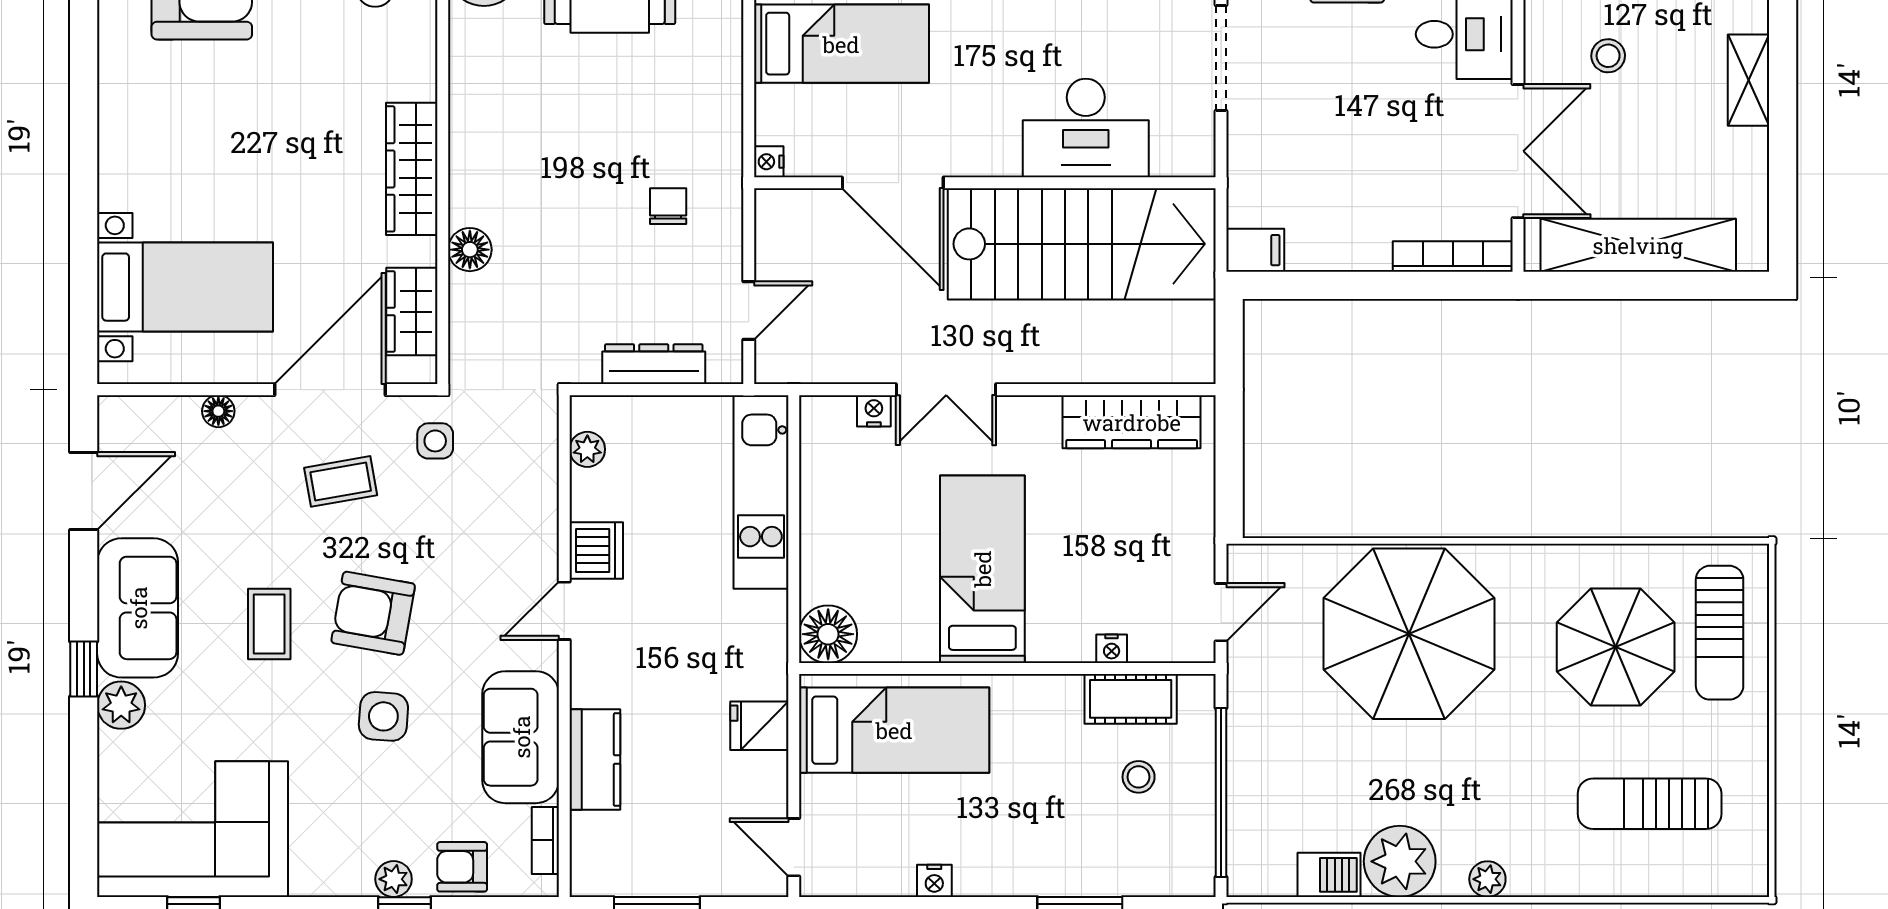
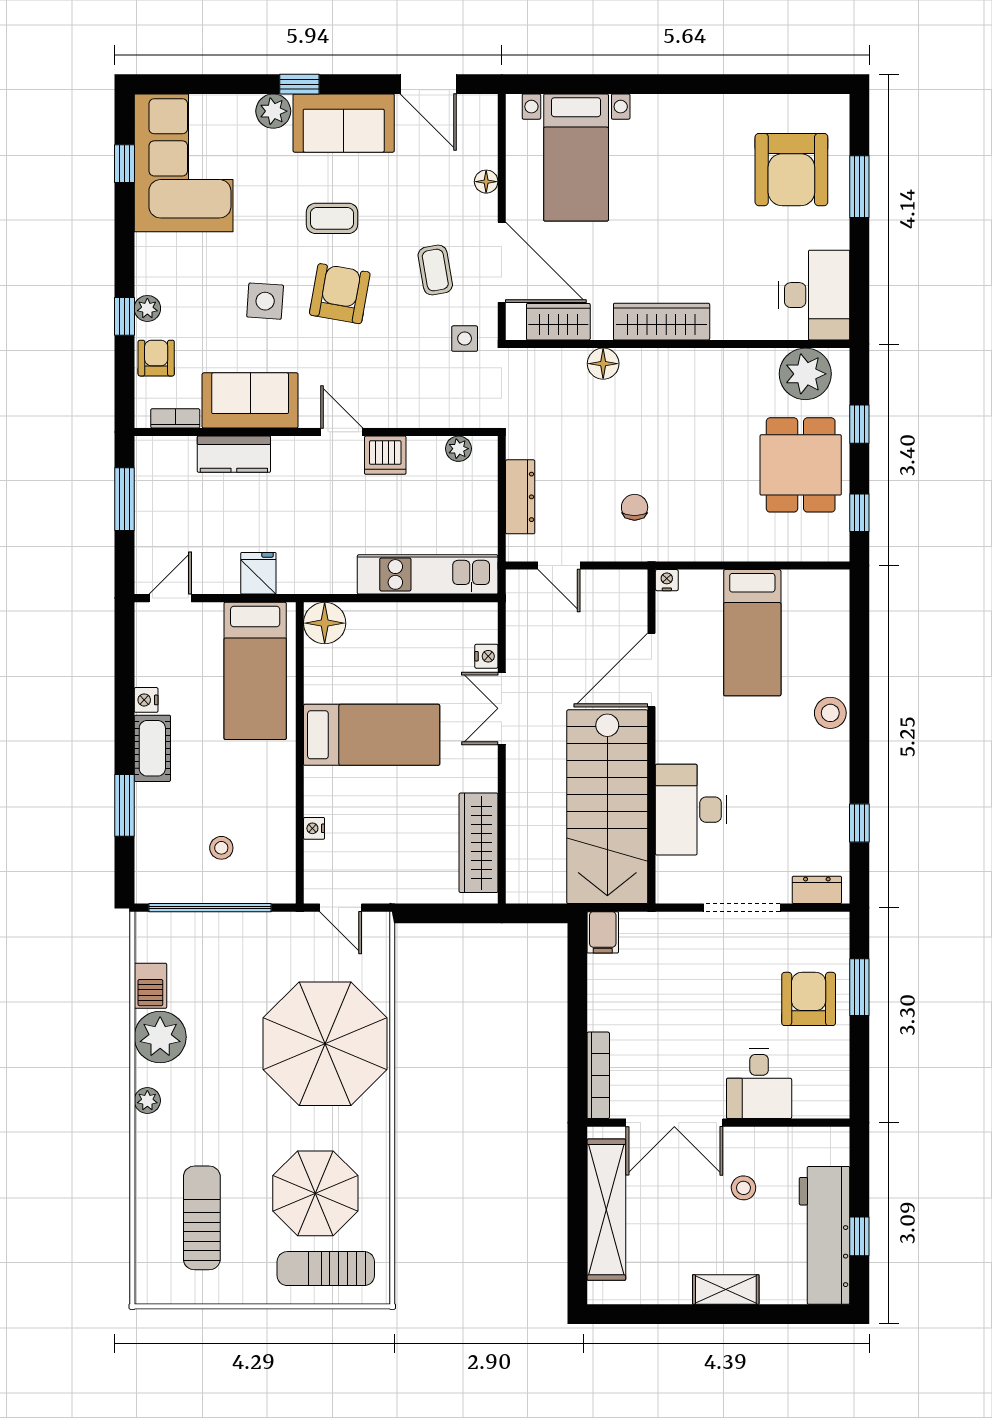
chair: (668, 206) -> (635, 507), turned -90
cot: (1131, 699) -> (152, 748), moved

